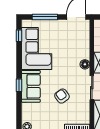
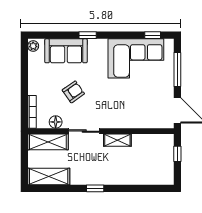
floor lamp: (85, 64) -> (56, 122), moved
sofa: (31, 86) -> (66, 51), moved

